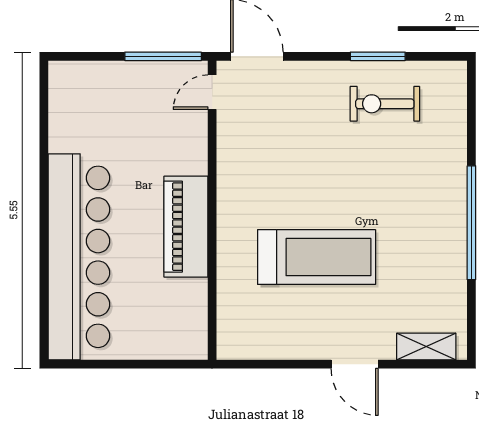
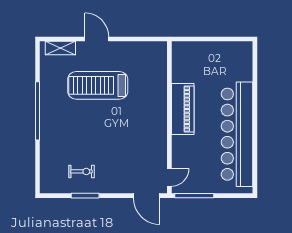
exercise bike: (385, 104) -> (81, 171), width x0.73, depth x0.72
bar counter: (79, 257) -> (237, 134), moved
treadmill: (317, 257) -> (98, 85), moved

